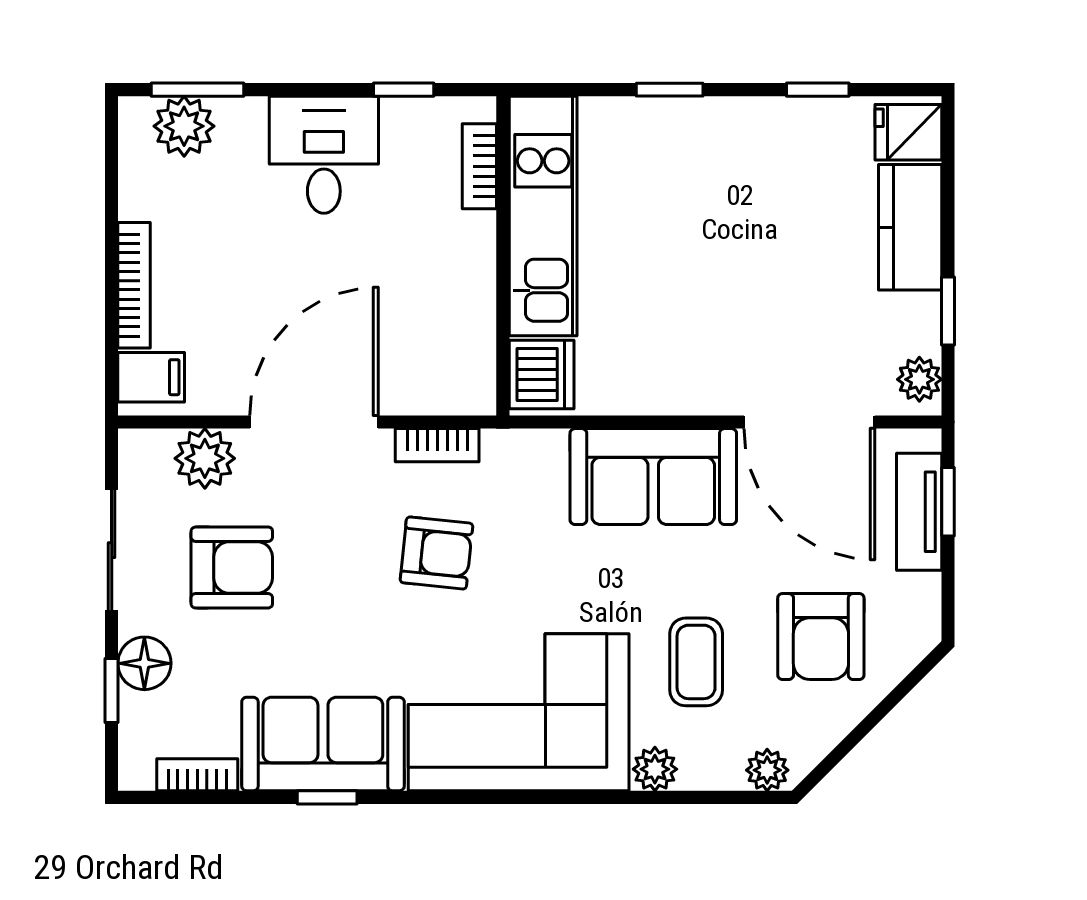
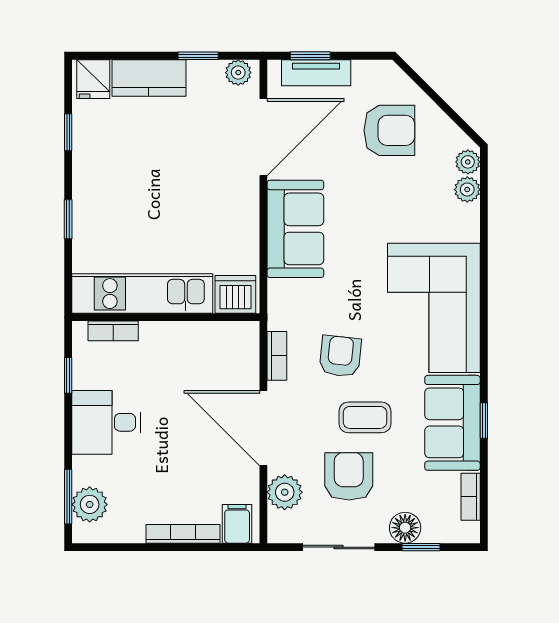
coffee table: (696, 662) -> (365, 417), moved
plant: (655, 769) -> (467, 190), moved

